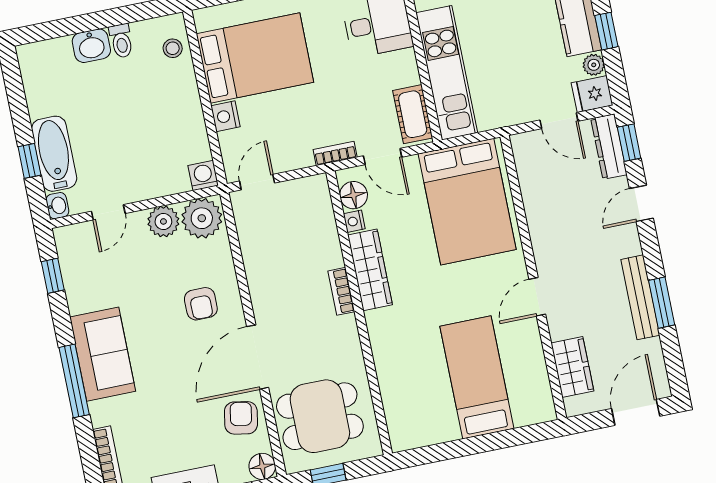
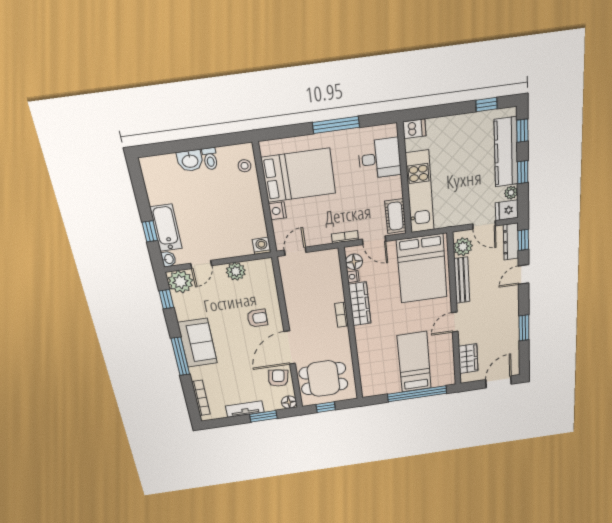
plant: (530, 160) -> (463, 247), added
plant: (202, 218) -> (180, 282), moved
bench: (640, 297) -> (462, 280), moved
armchair: (201, 304) -> (257, 318), turned -90
window: (490, 442) -> (417, 394), added

